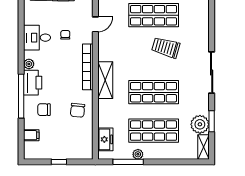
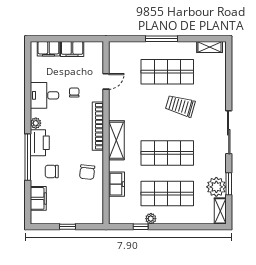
filing cabinet: (31, 135) -> (38, 198), width x2.00
freezer: (105, 139) -> (116, 184), moved
window: (128, 162) -> (141, 227), width x0.46

